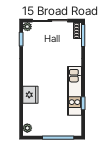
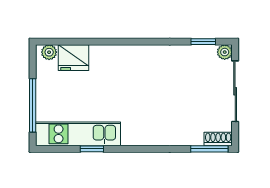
kitchen unit: (75, 91) -> (78, 134), moved
fridge: (30, 95) -> (74, 58), moved

